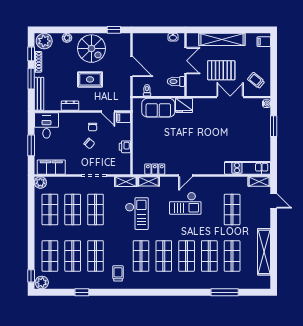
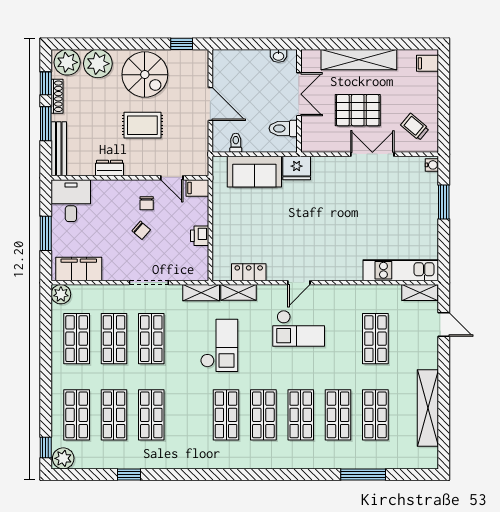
plant: (67, 38) -> (98, 64), width x1.87, depth x1.87
trolley: (118, 273) -> (188, 443), removed

